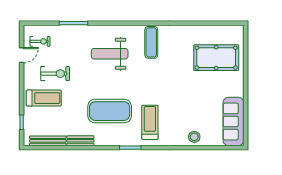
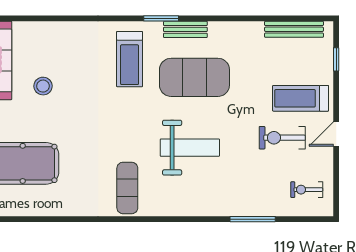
weight bench: (110, 54) -> (190, 148), moved
door: (22, 55) -> (336, 134), moved
stool: (194, 137) -> (43, 86), moved
bench: (80, 141) -> (185, 29), moved

